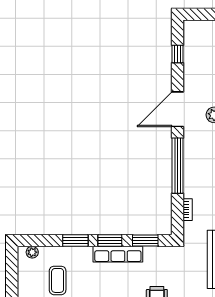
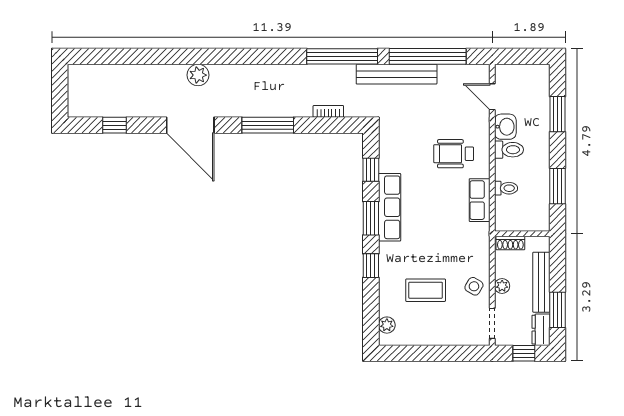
window: (178, 166) -> (268, 125), width x0.68
window: (75, 241) -> (371, 266), width x0.67
window: (145, 241) -> (371, 170), width x0.67

